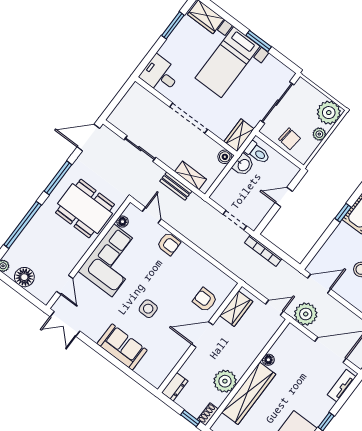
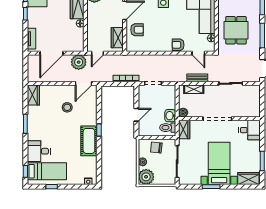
dining table: (85, 209) -> (236, 30), width x0.73

